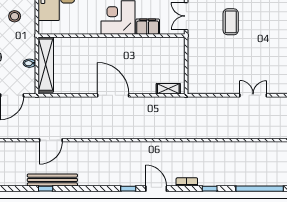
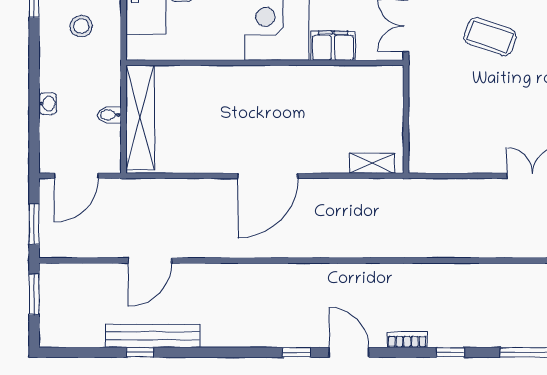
coffee table: (231, 22) -> (490, 37), turned -71
door: (113, 95) -> (268, 176), swing flipped

